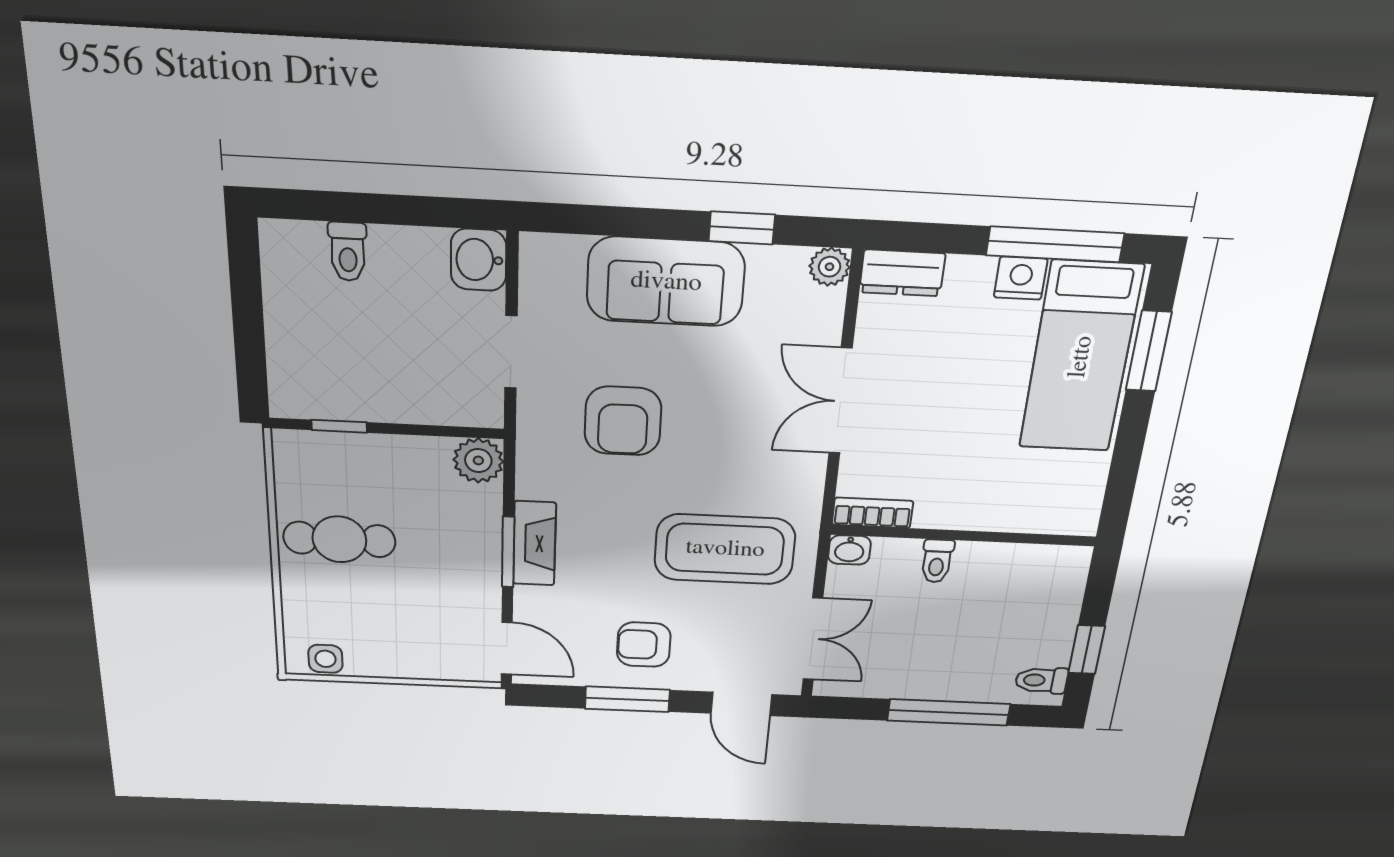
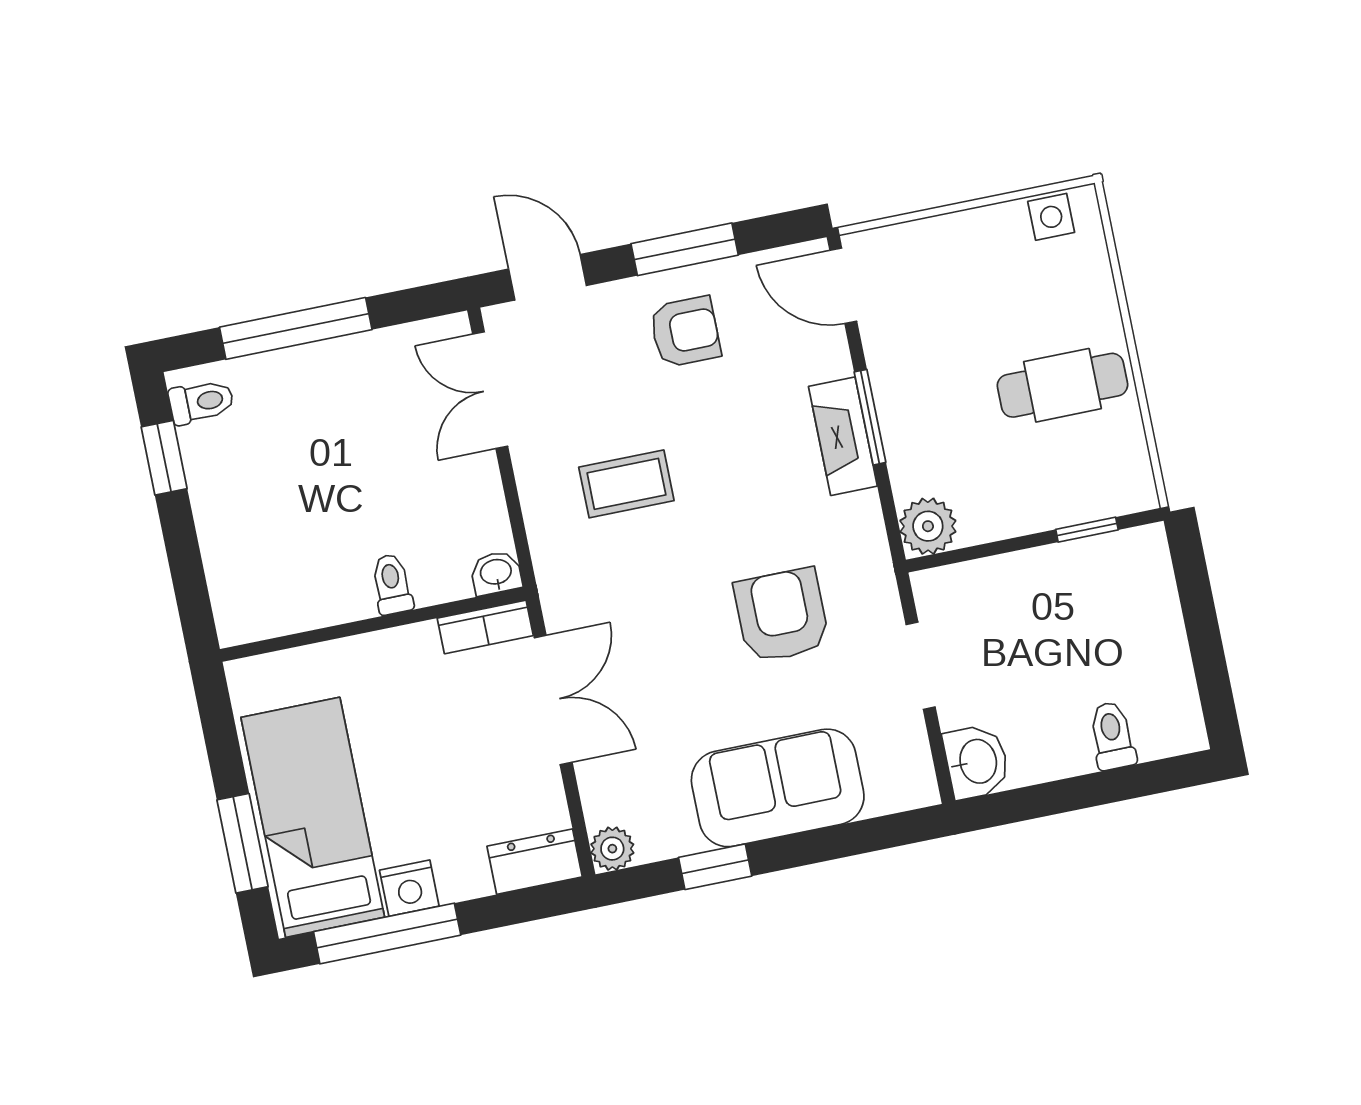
bookcase: (872, 513) -> (485, 627), moved
wall: (964, 536) -> (373, 625), moved
coffee table: (725, 549) -> (626, 484), width x0.54, depth x0.58
washbasin: (849, 550) -> (496, 573), moved
toilet: (937, 561) -> (392, 584), moved

